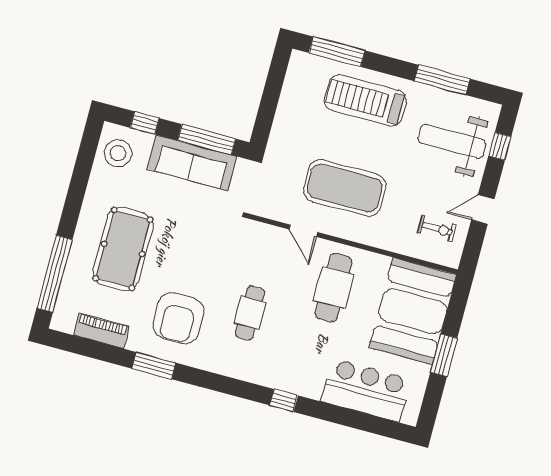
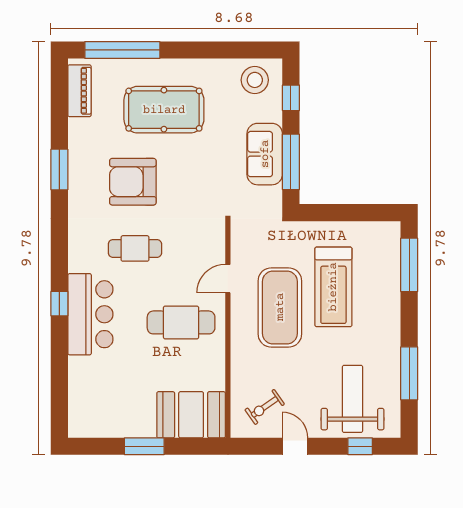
treadmill: (365, 100) -> (333, 287), moved, turned 180
sofa: (192, 163) -> (265, 154), width x0.73
exercise bike: (437, 229) -> (265, 407), turned 55
booth: (413, 311) -> (191, 415), width x0.73, depth x0.70
armchair: (178, 318) -> (133, 182), moved
piano: (101, 331) -> (79, 91), moved
bar counter: (366, 390) -> (90, 314), moved

